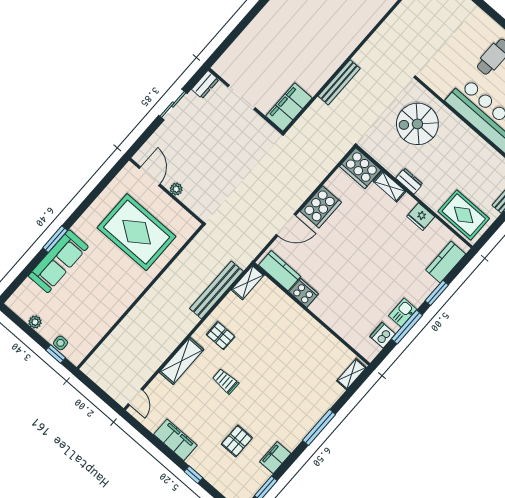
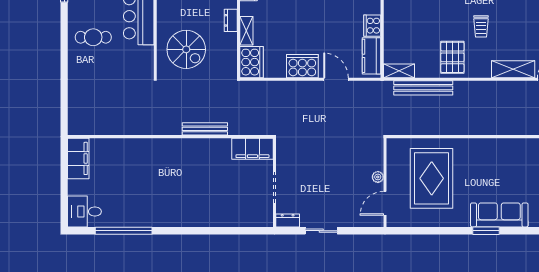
pallet: (221, 336) -> (452, 57), width x1.50, depth x1.42
shelving: (182, 361) -> (513, 69), moved

